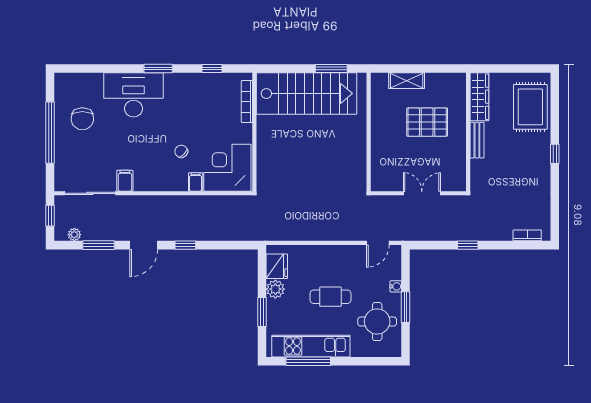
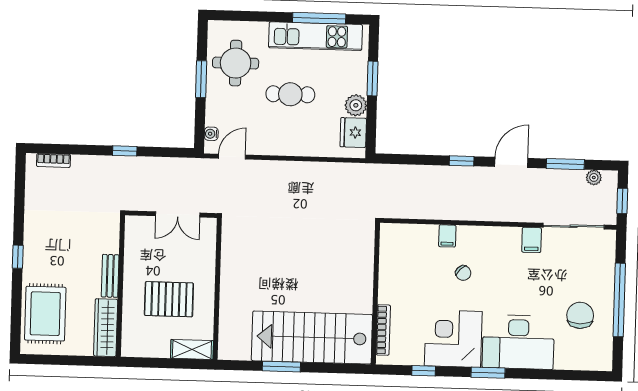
wall: (369, 132) -> (217, 289), moved
corner desk: (227, 168) -> (453, 339), moved, turned 180
water cooler: (396, 286) -> (211, 134), moved

